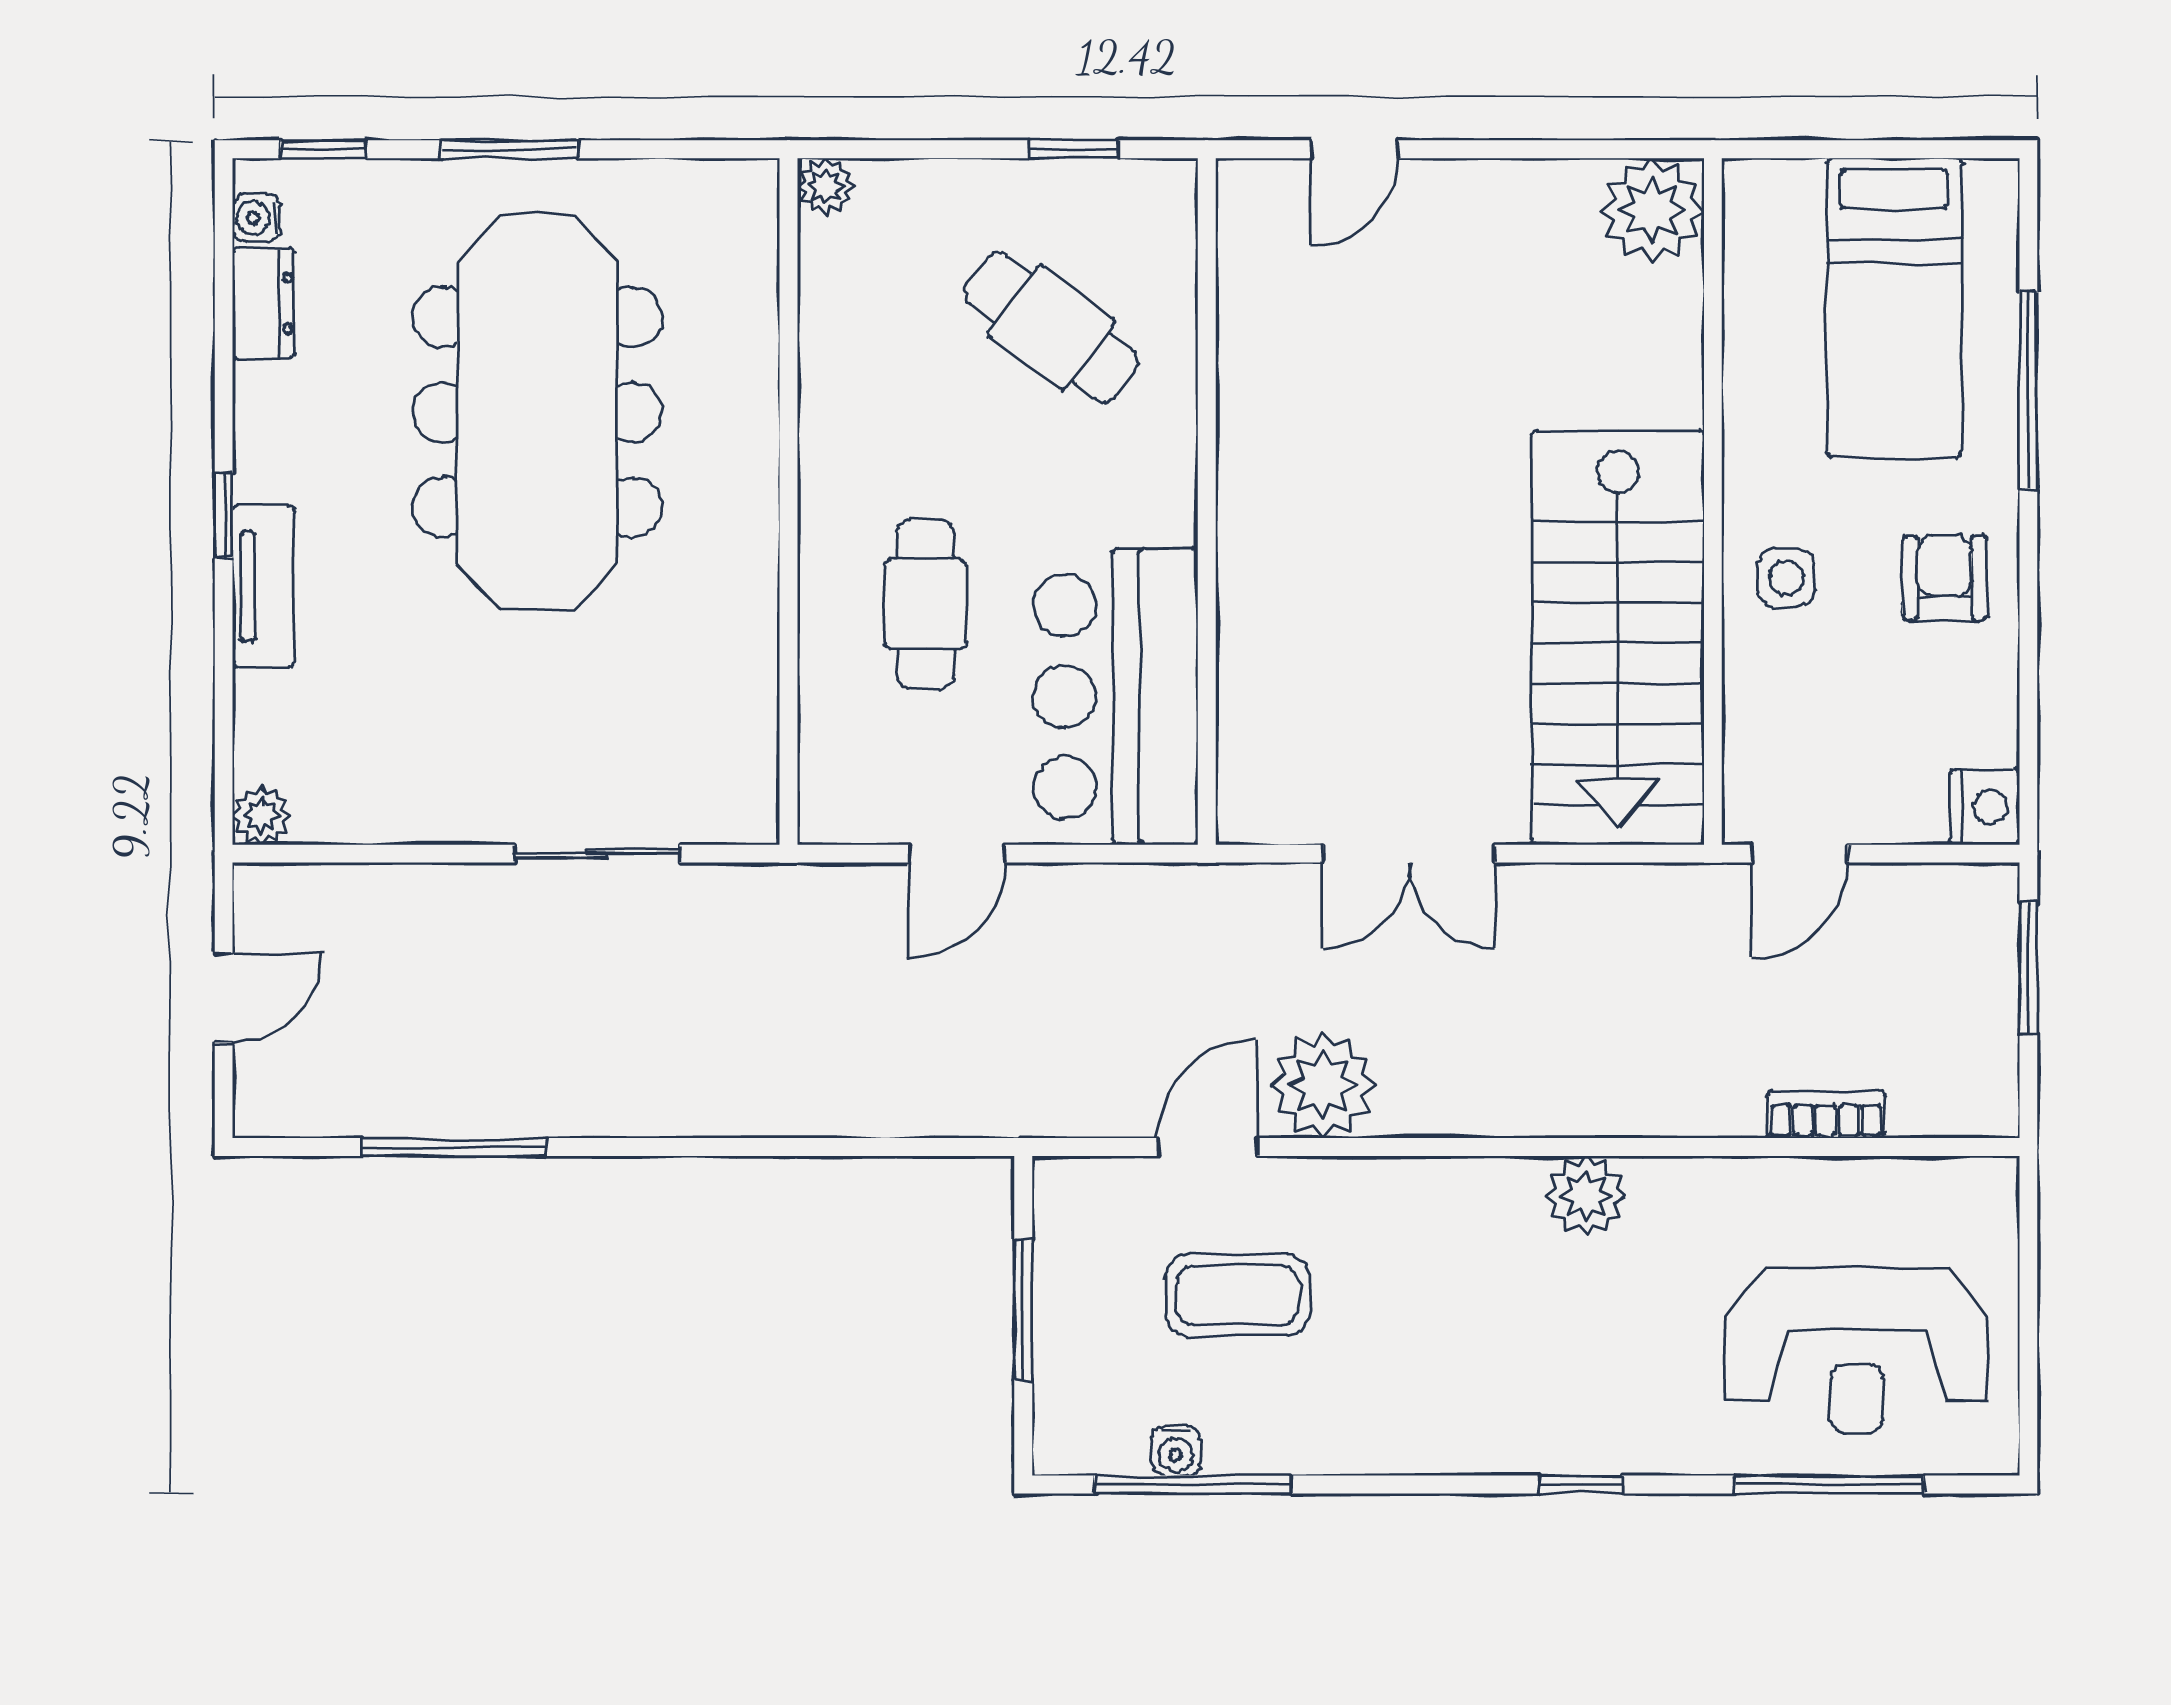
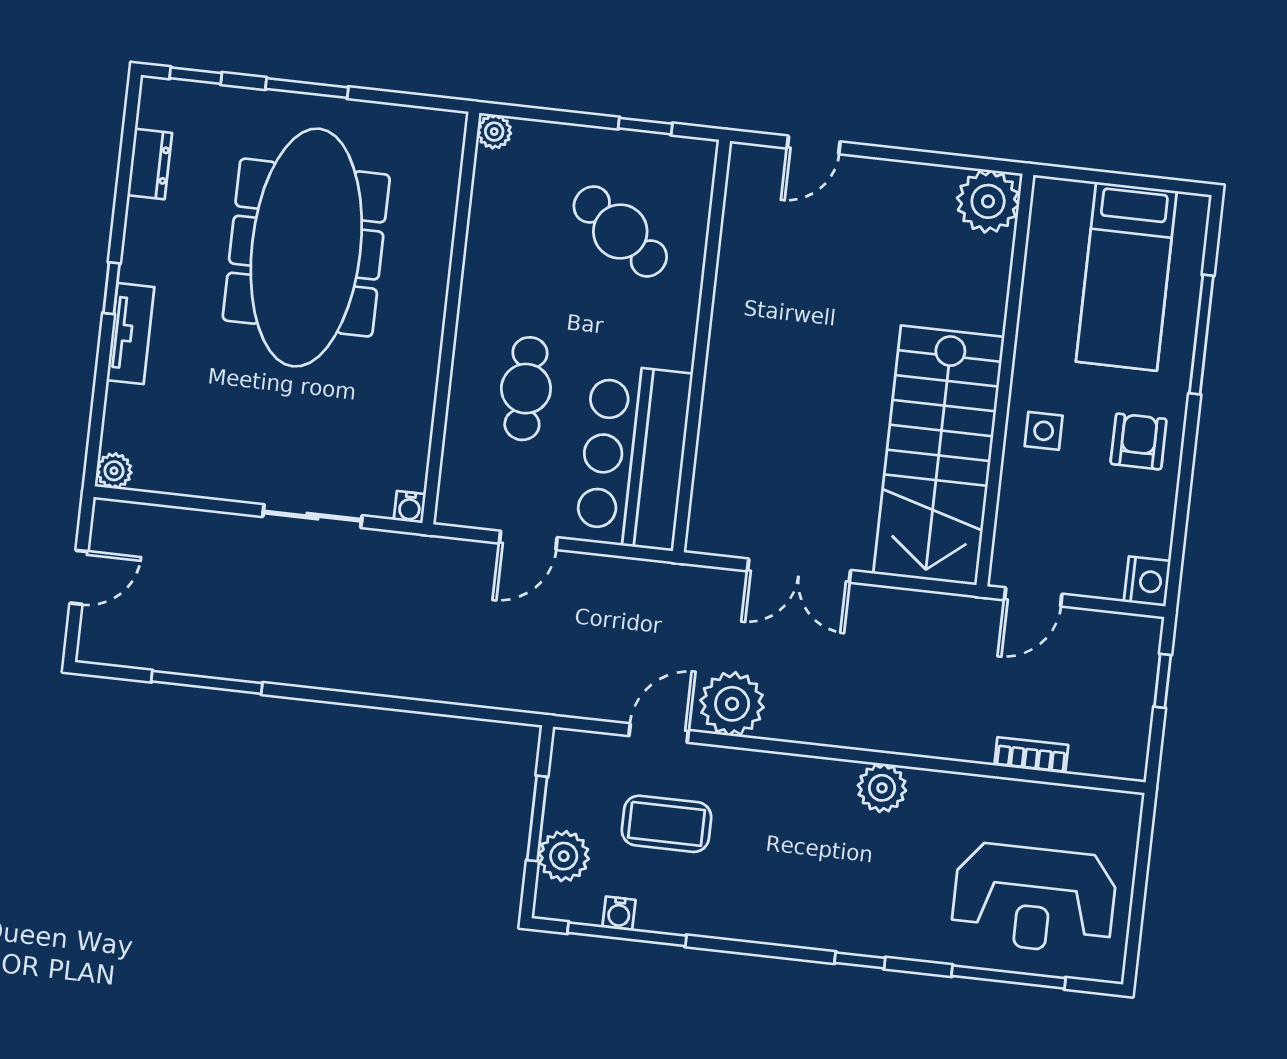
water cooler: (257, 218) -> (410, 507), moved, turned -90
window: (2028, 968) -> (1163, 681), width x0.67
plant: (1074, 1367) -> (564, 856), added

